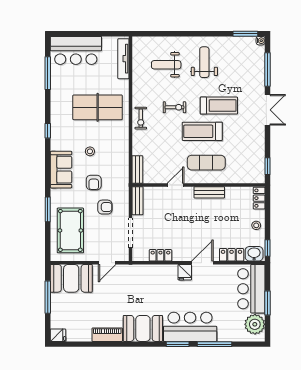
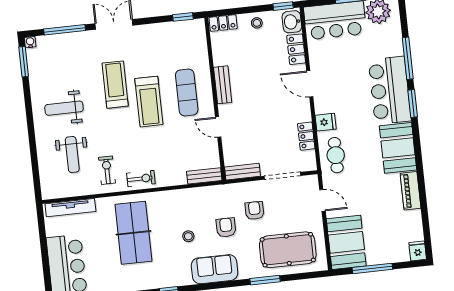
exercise bike: (174, 107) -> (107, 170), moved
armchair: (94, 183) -> (226, 227), turned -90
fridge: (185, 272) -> (326, 122), moved
cafe table: (143, 277) -> (336, 155), added

